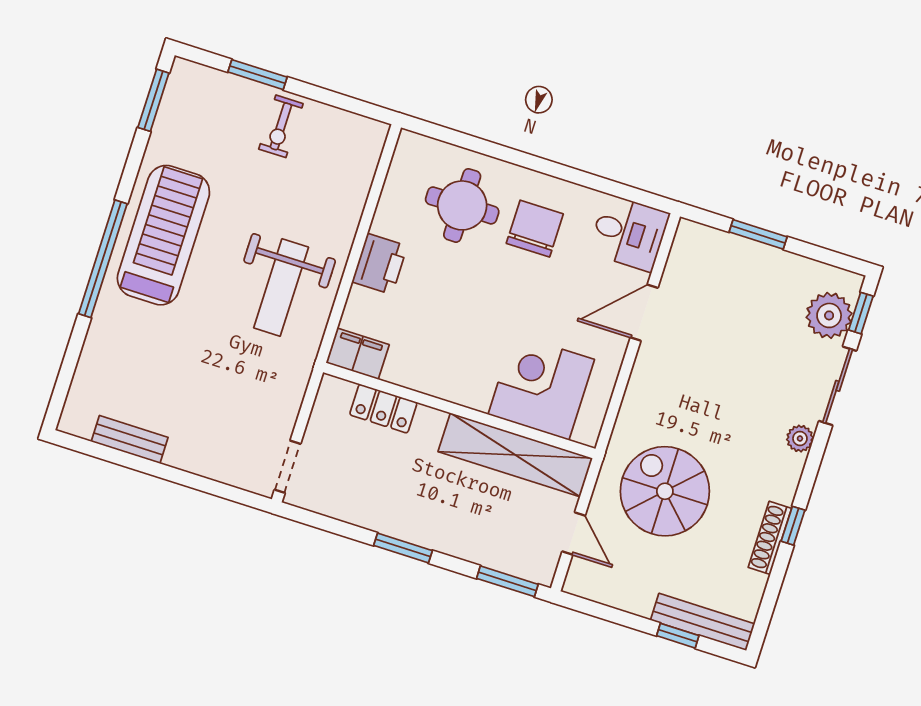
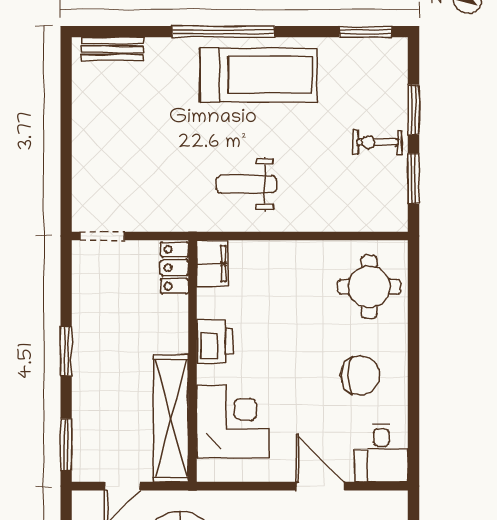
window: (334, 99) -> (414, 179), added
round table: (462, 205) -> (369, 287), moved
printer: (380, 264) -> (215, 341), moved, turned -90
weight bench: (281, 287) -> (246, 184), width x0.73, depth x0.75
locker: (383, 409) -> (174, 268), moved
bench: (130, 439) -> (113, 49), moved, turned 90

